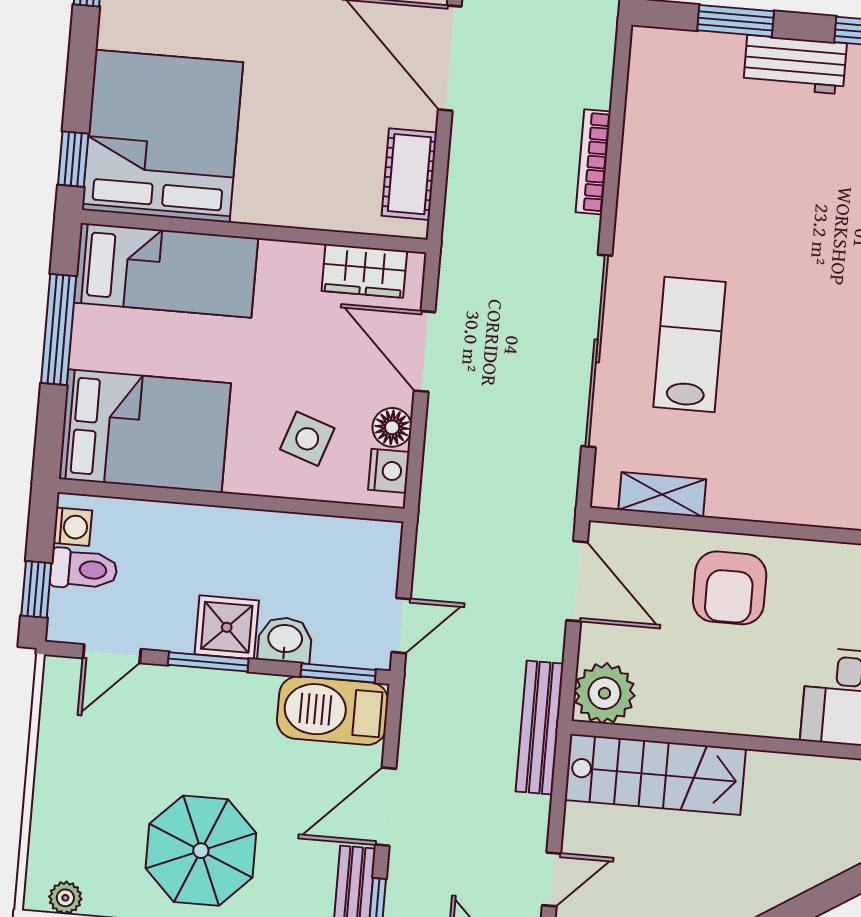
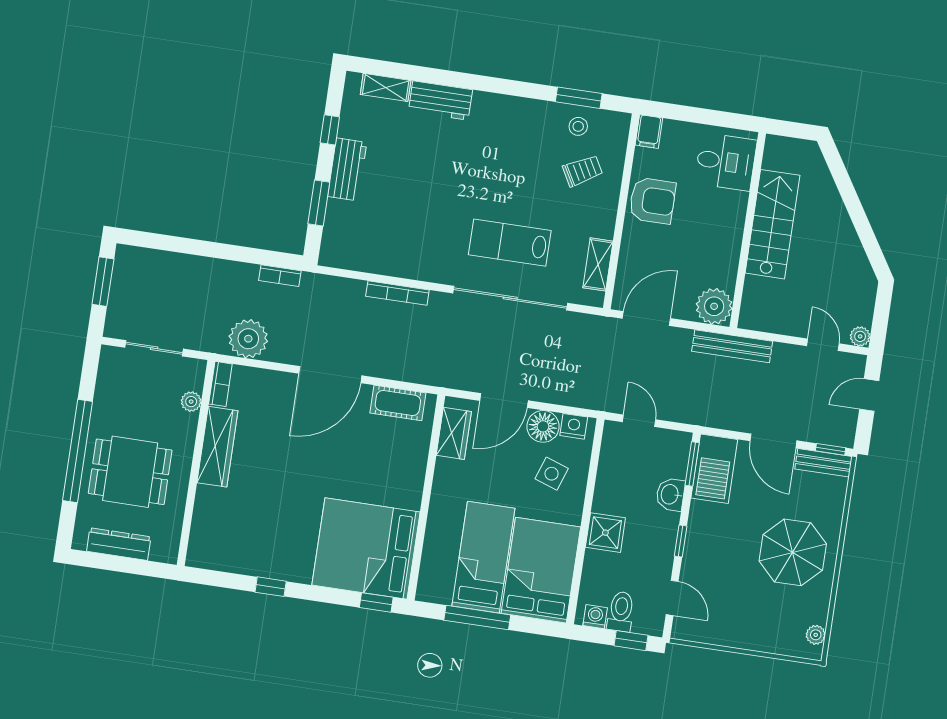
bed: (166, 270) -> (483, 557), moved
floor lamp: (392, 427) -> (543, 426), width x1.38, depth x1.38
trolley: (818, 459) -> (583, 171), added
armchair: (730, 588) -> (652, 201), moved
door: (401, 626) -> (639, 421), moved
shower: (227, 627) -> (605, 533), moved
window: (208, 662) -> (681, 541), width x0.67
stairs: (655, 774) -> (773, 224), moved

